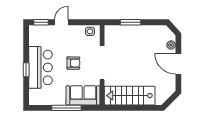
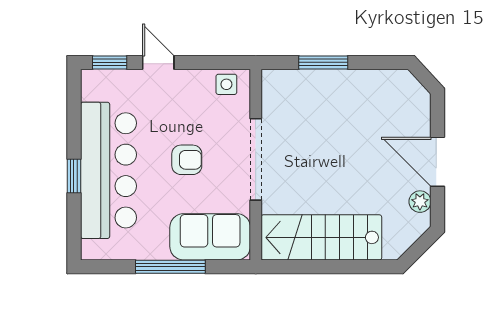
door: (61, 22) -> (158, 62), hinge flipped
plant: (171, 45) -> (420, 202), moved
bar counter: (41, 67) -> (108, 170), width x1.36

